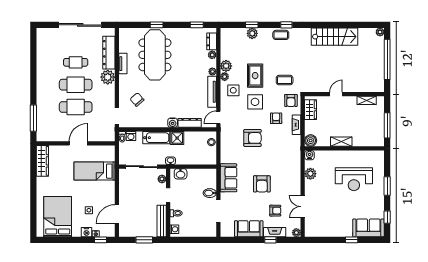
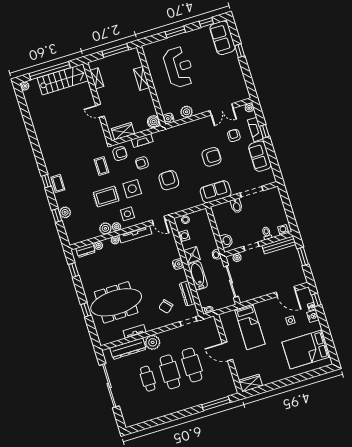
stairs: (335, 37) -> (63, 79), moved, turned 90
dresser: (190, 123) -> (187, 294), moved
washing machine: (131, 136) -> (184, 236), moved
shelving: (341, 142) -> (141, 78), moved
wardrobe: (42, 161) -> (251, 383), width x0.67

